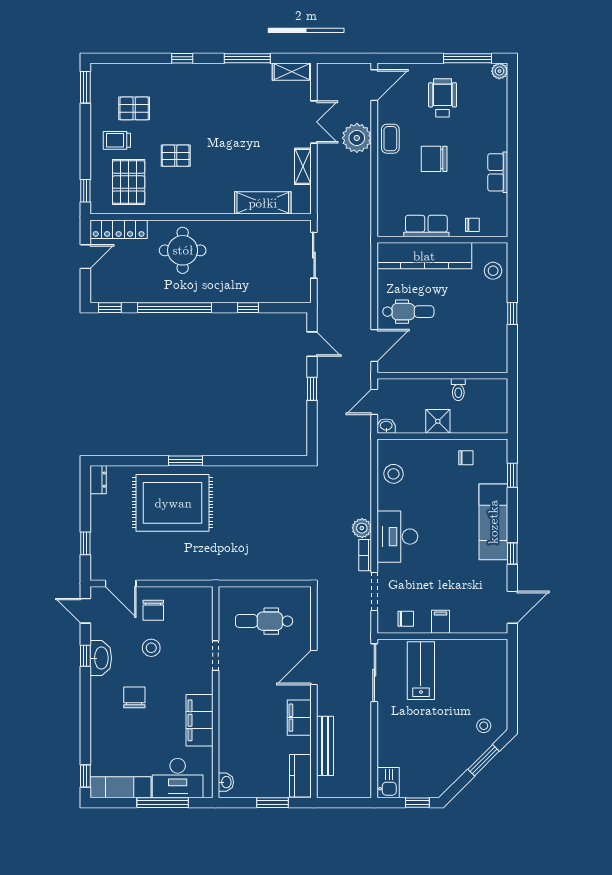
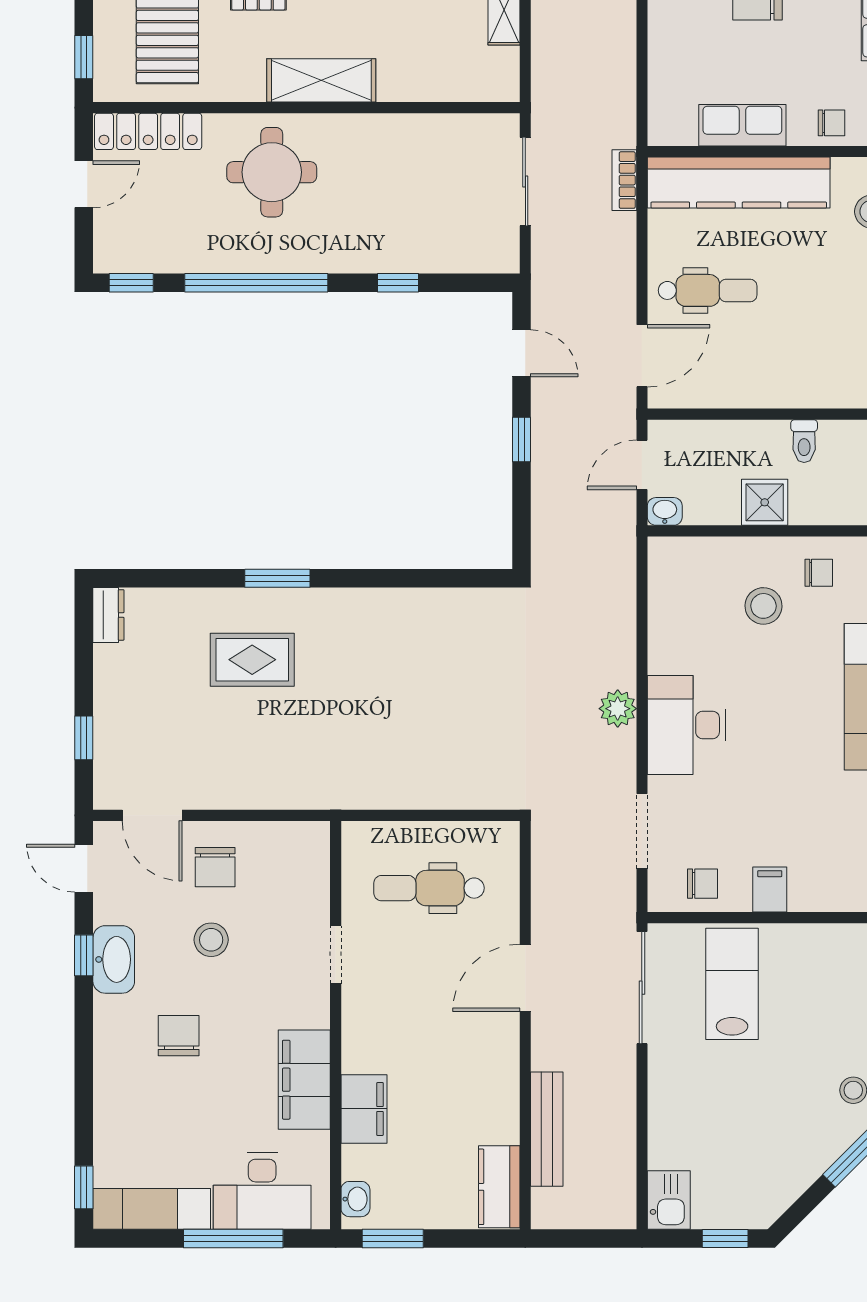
shelving: (263, 203) -> (321, 80), moved
stool: (393, 474) -> (763, 606), moved
rug: (173, 503) -> (252, 660), width x0.54, depth x0.49
bookcase: (365, 555) -> (624, 180), moved
filing cabinet: (299, 718) -> (364, 1109), moved, turned 180
window: (273, 803) -> (393, 1239), moved

